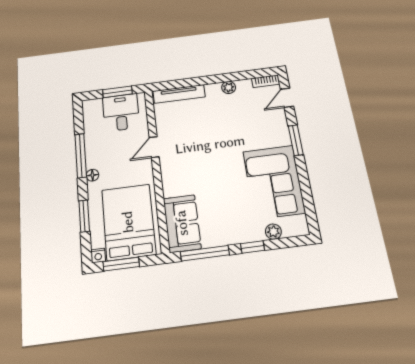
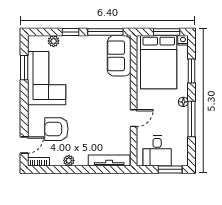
window: (118, 92) -> (170, 169), moved
armchair: (250, 121) -> (56, 129), added
window: (296, 140) -> (24, 68), moved

